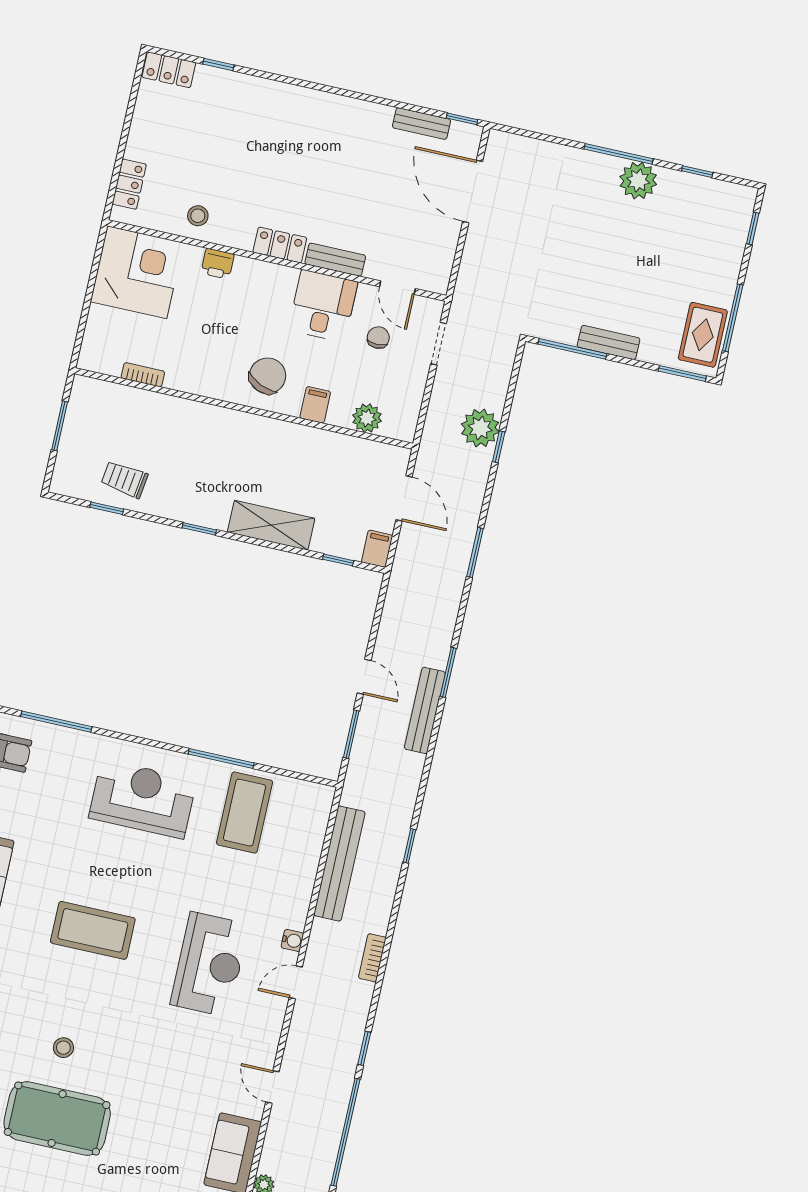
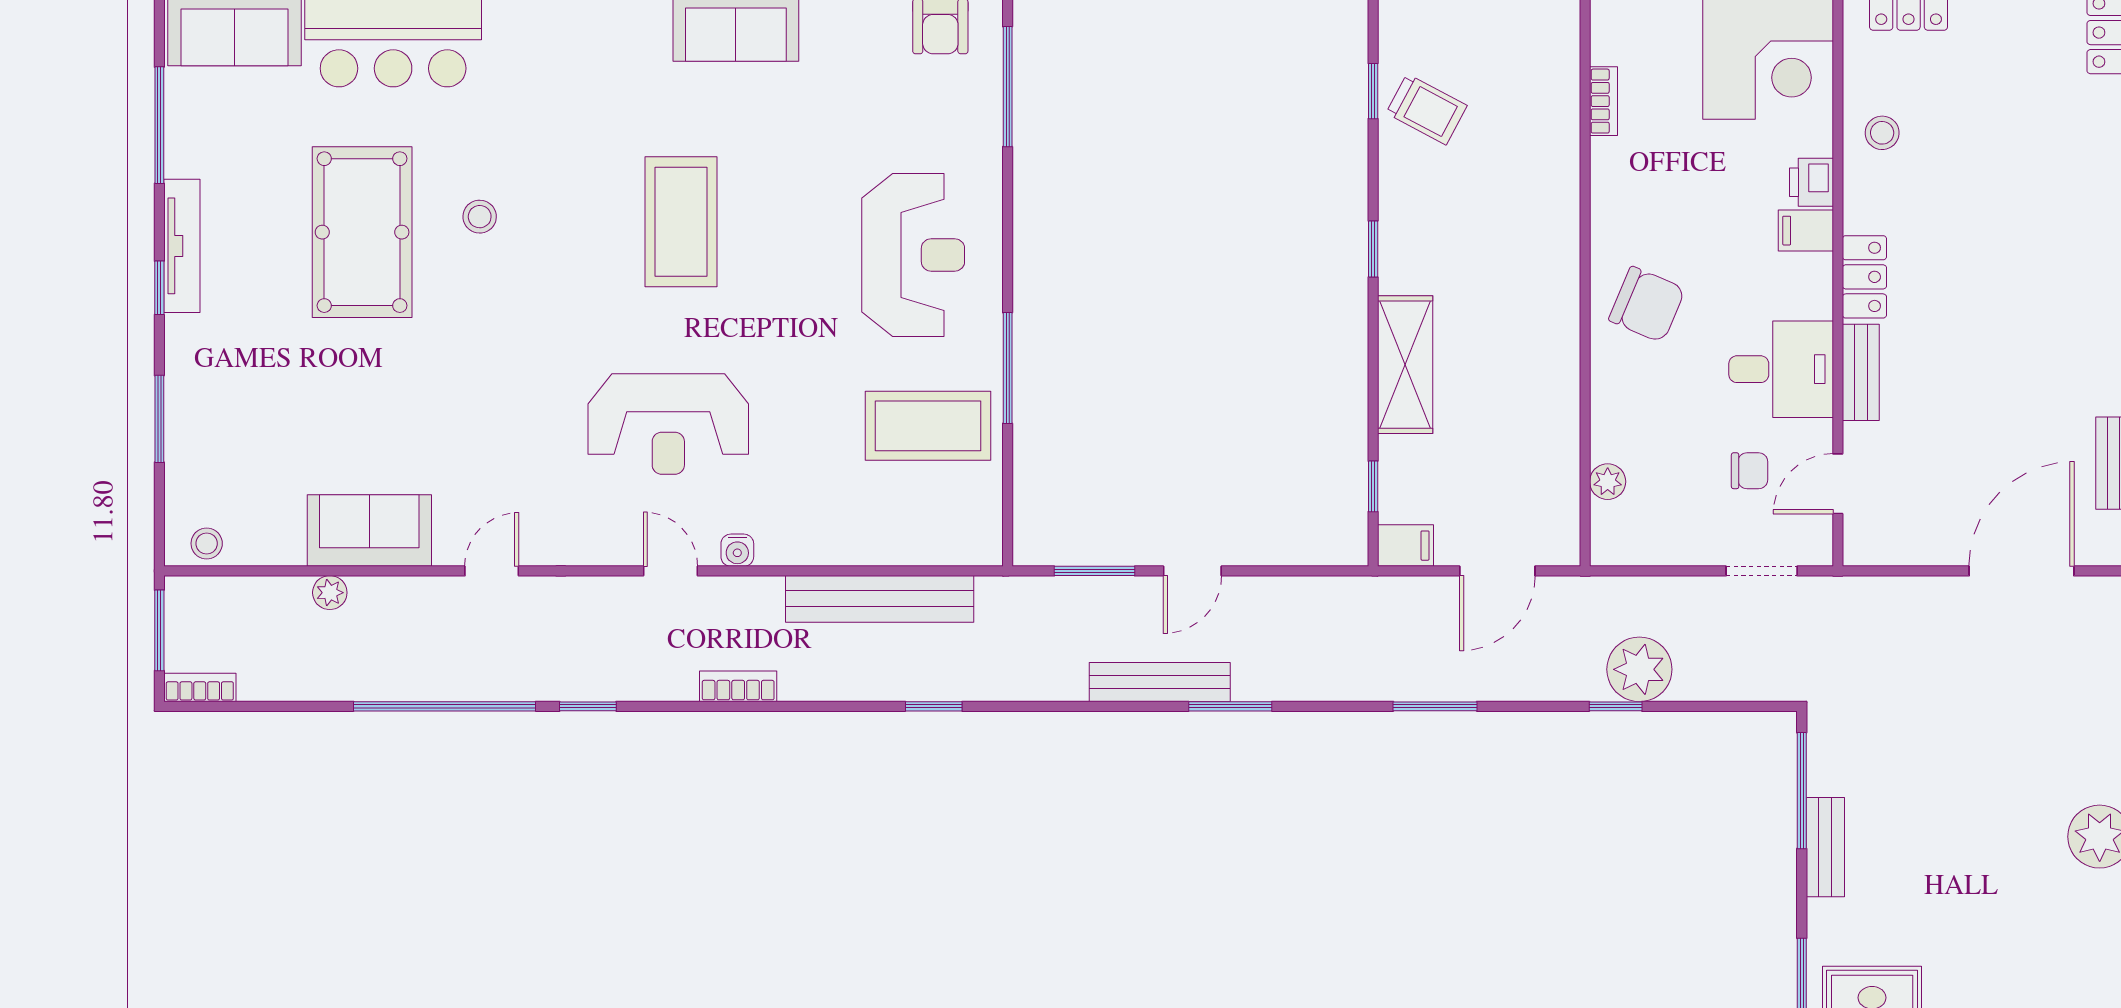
filing cabinet: (315, 405) -> (1806, 231), moved, turned 180
plant: (367, 418) -> (1608, 482), width x0.73, depth x0.73
trolley: (124, 479) -> (1426, 109), turned 110

